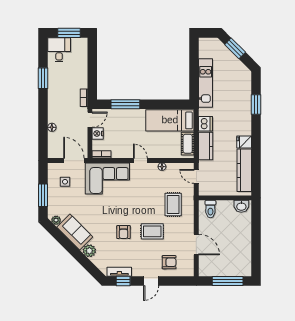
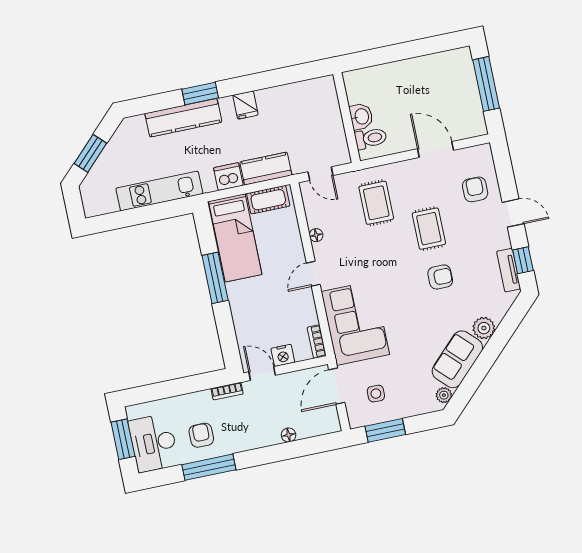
desk: (59, 50) -> (154, 443), width x1.37
window: (43, 78) -> (209, 467), width x1.44
armchair: (62, 78) -> (201, 435), added
window: (125, 104) -> (215, 278), moved
window: (256, 105) -> (200, 94), moved
kitchen counter: (244, 170) -> (183, 118), moved
door: (196, 176) -> (320, 174), hinge flipped
window: (43, 195) -> (385, 430), moved
rug: (173, 205) -> (376, 203), turned 90
washbasin: (241, 206) -> (361, 117), moved
door: (196, 245) -> (436, 150), hinge flipped

